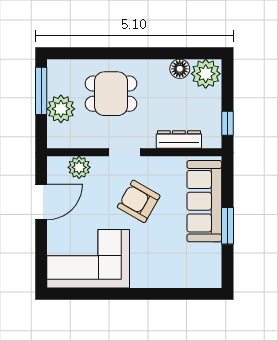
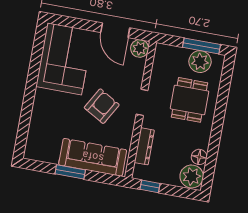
plant: (61, 109) -> (200, 62), moved
plant: (79, 167) -> (140, 48), moved

